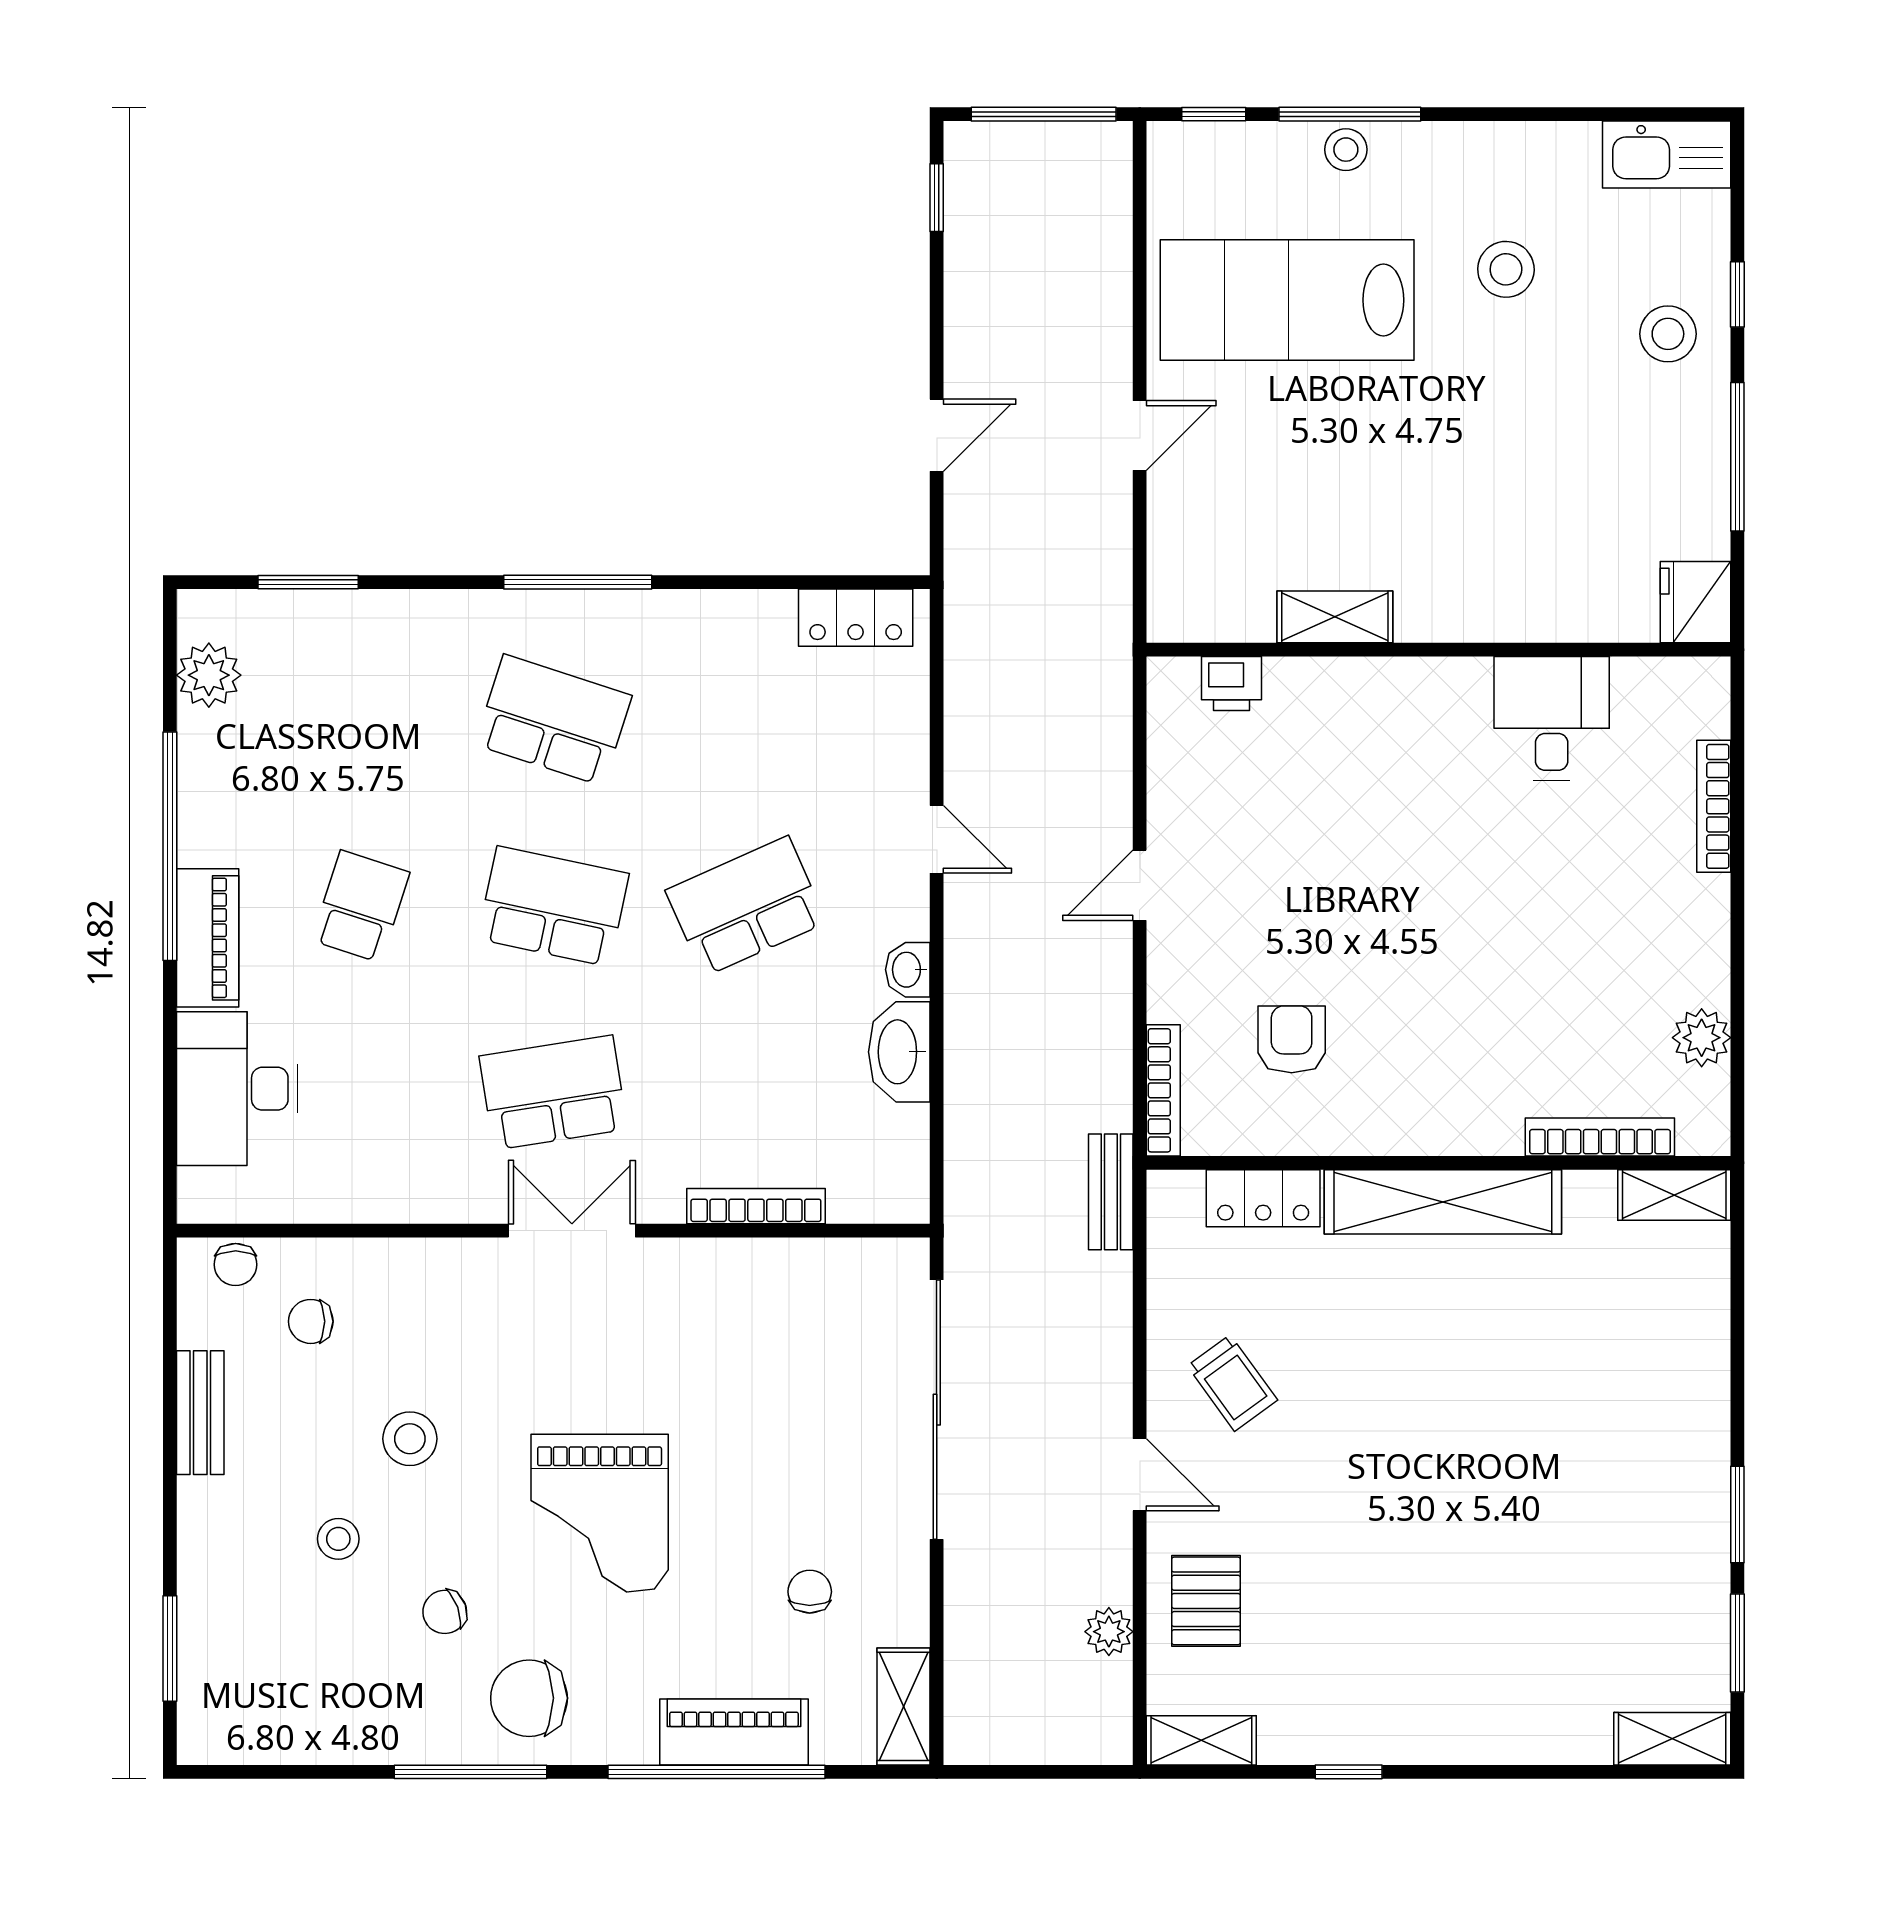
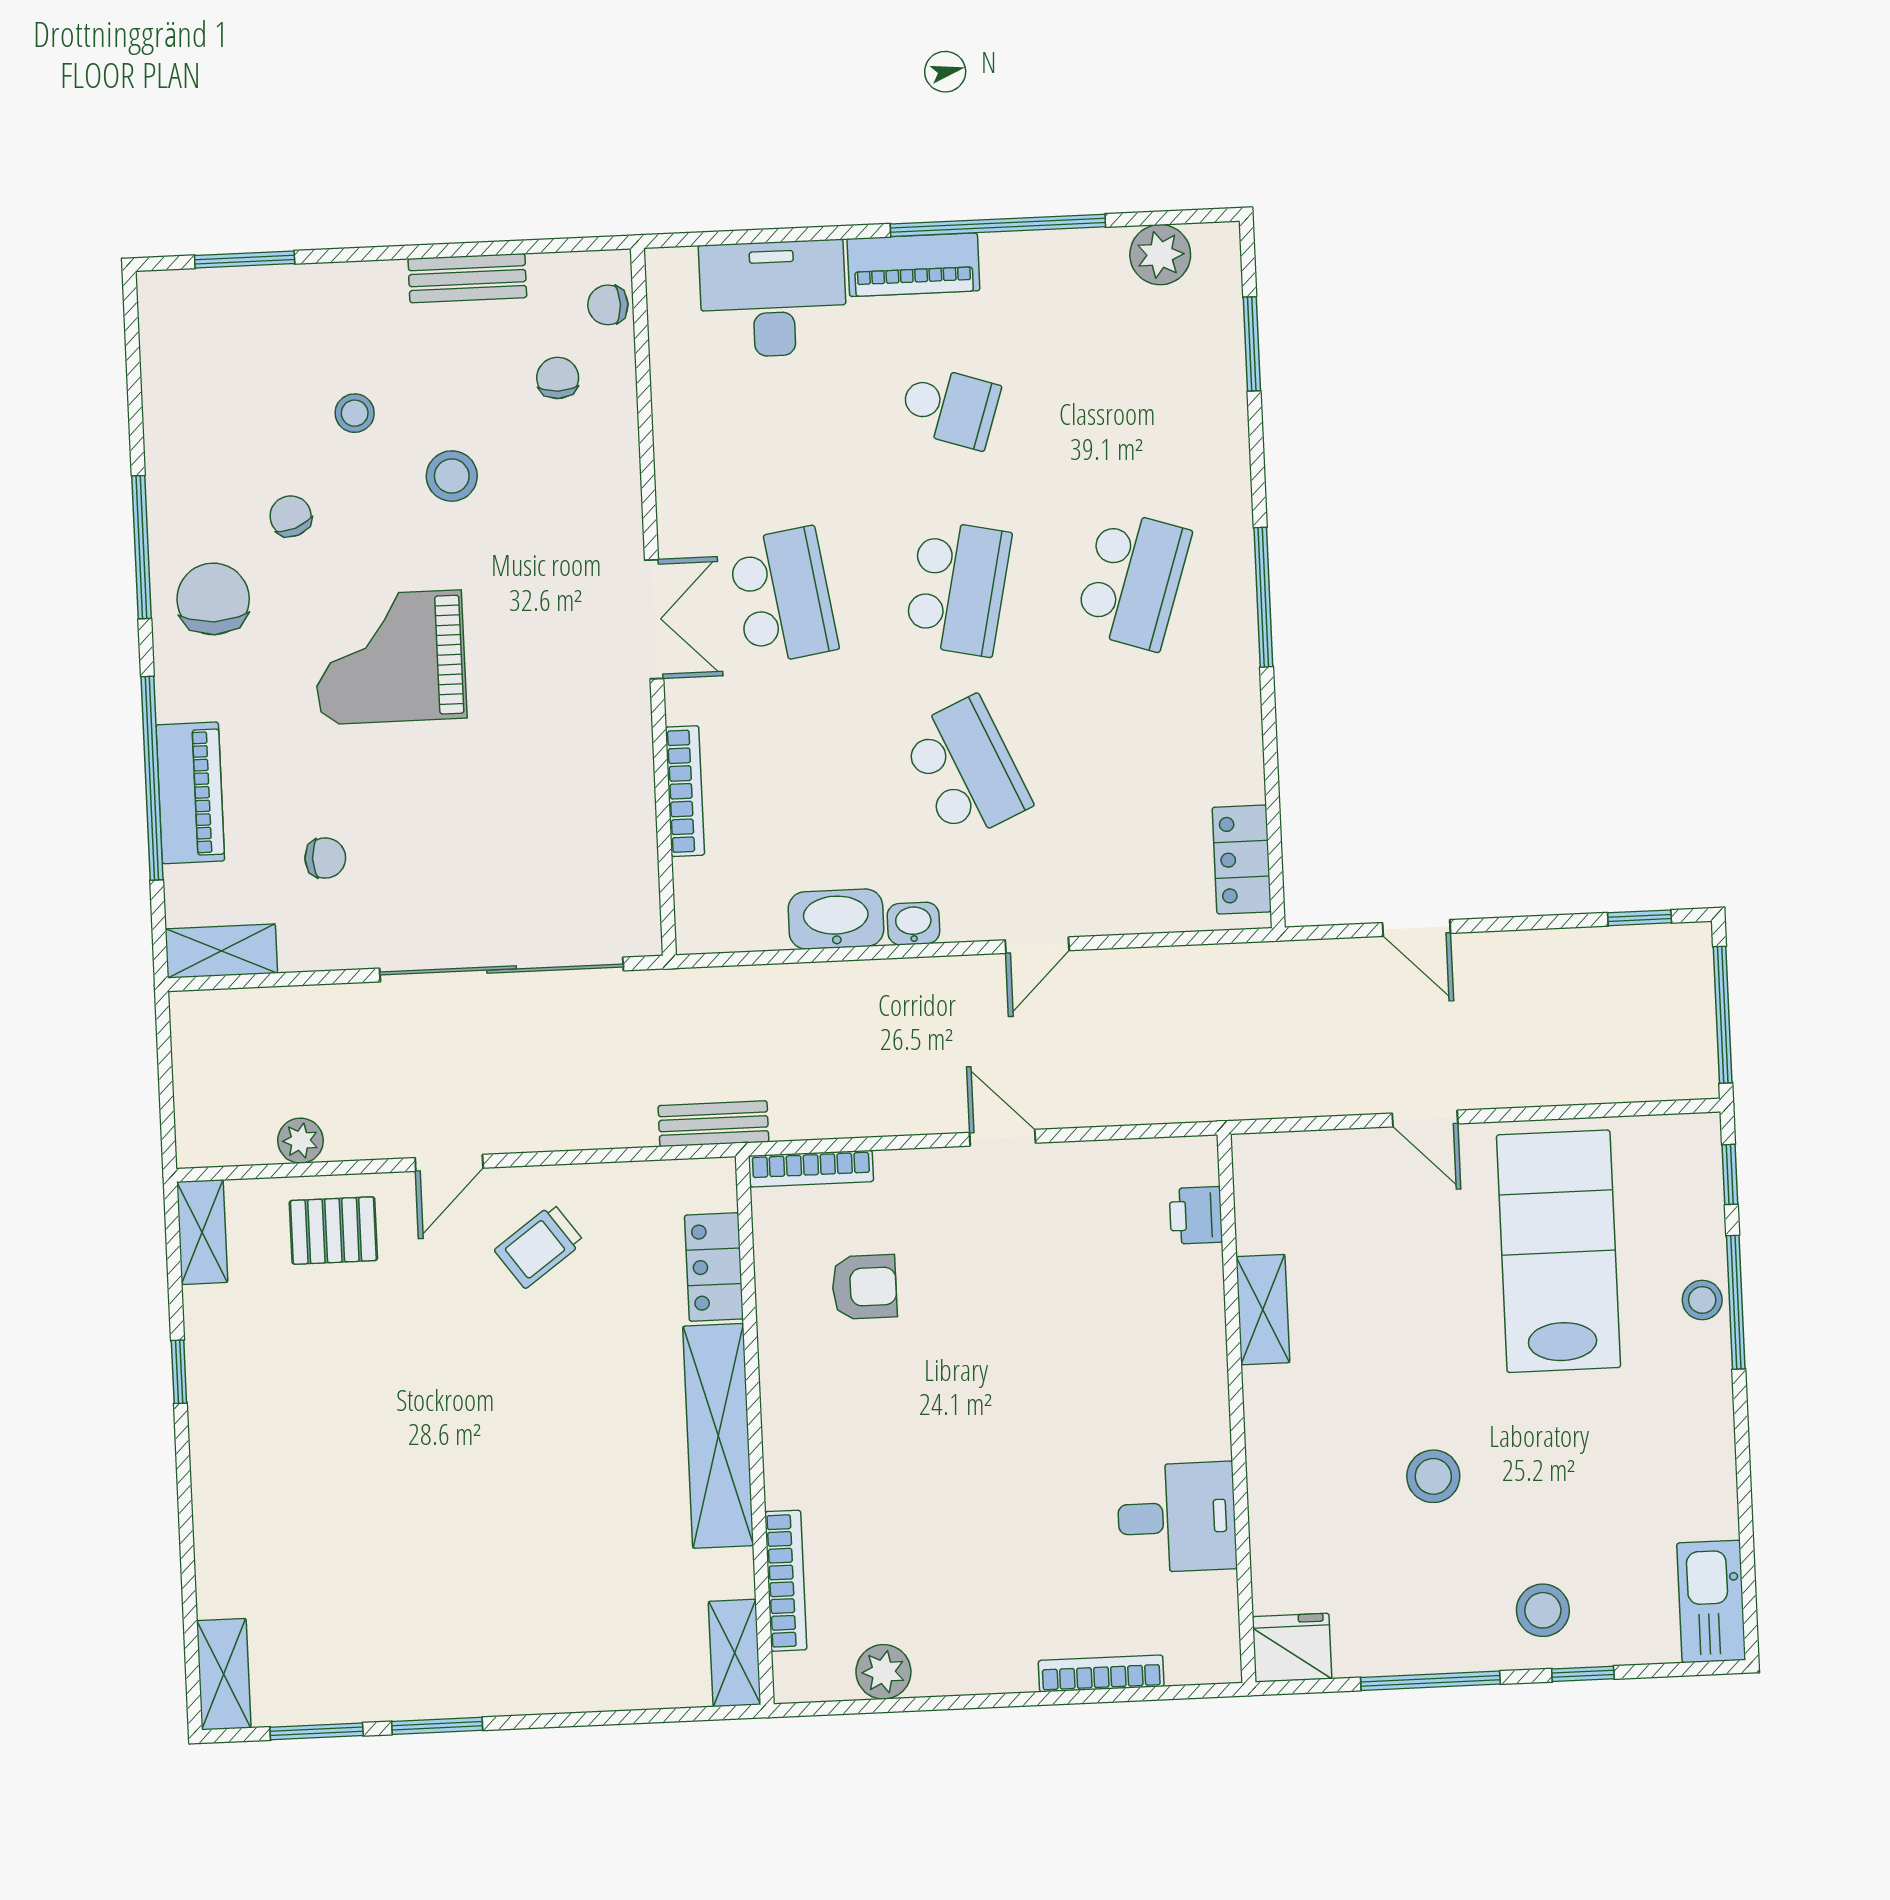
stool: (1506, 269) -> (1433, 1476), moved

